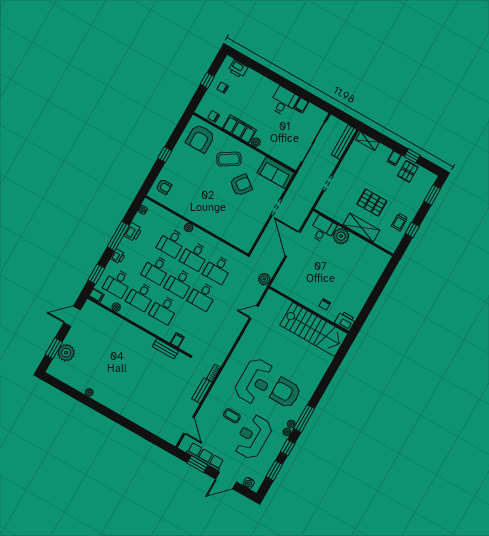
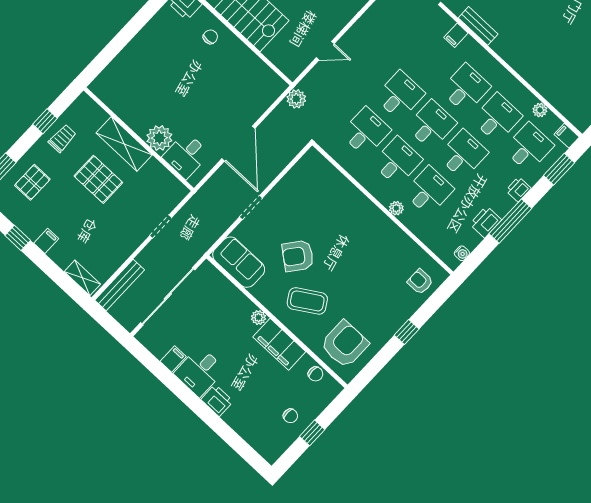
printer: (238, 69) -> (217, 400), moved
pallet: (408, 171) -> (32, 182), moved

